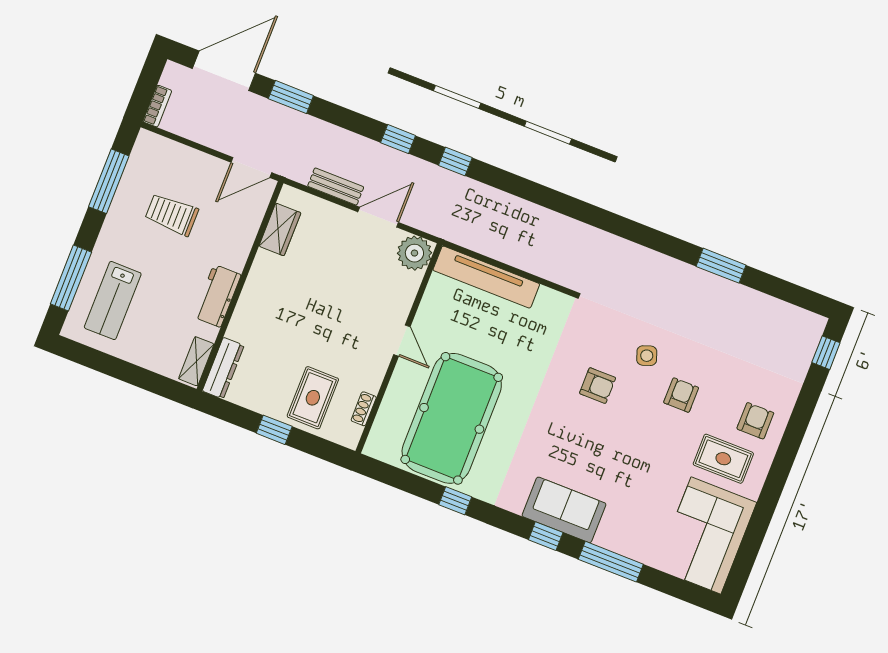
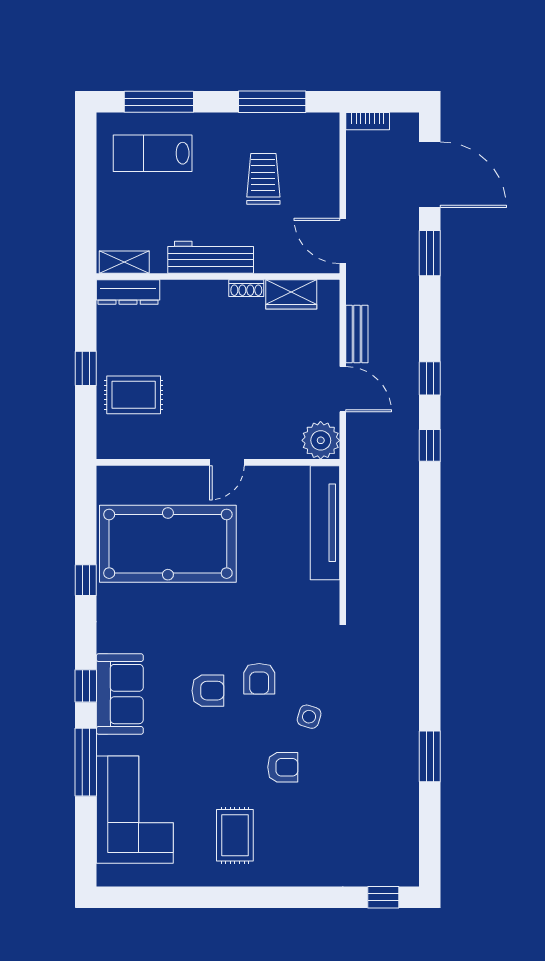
workbench: (217, 296) -> (211, 257), width x1.37
side table: (647, 356) -> (309, 717), turned 36
shoe rack: (364, 409) -> (246, 288), moved, turned 180
armchair: (755, 421) -> (208, 691), moved
corner sofa: (706, 535) -> (135, 810), moved, turned 90

